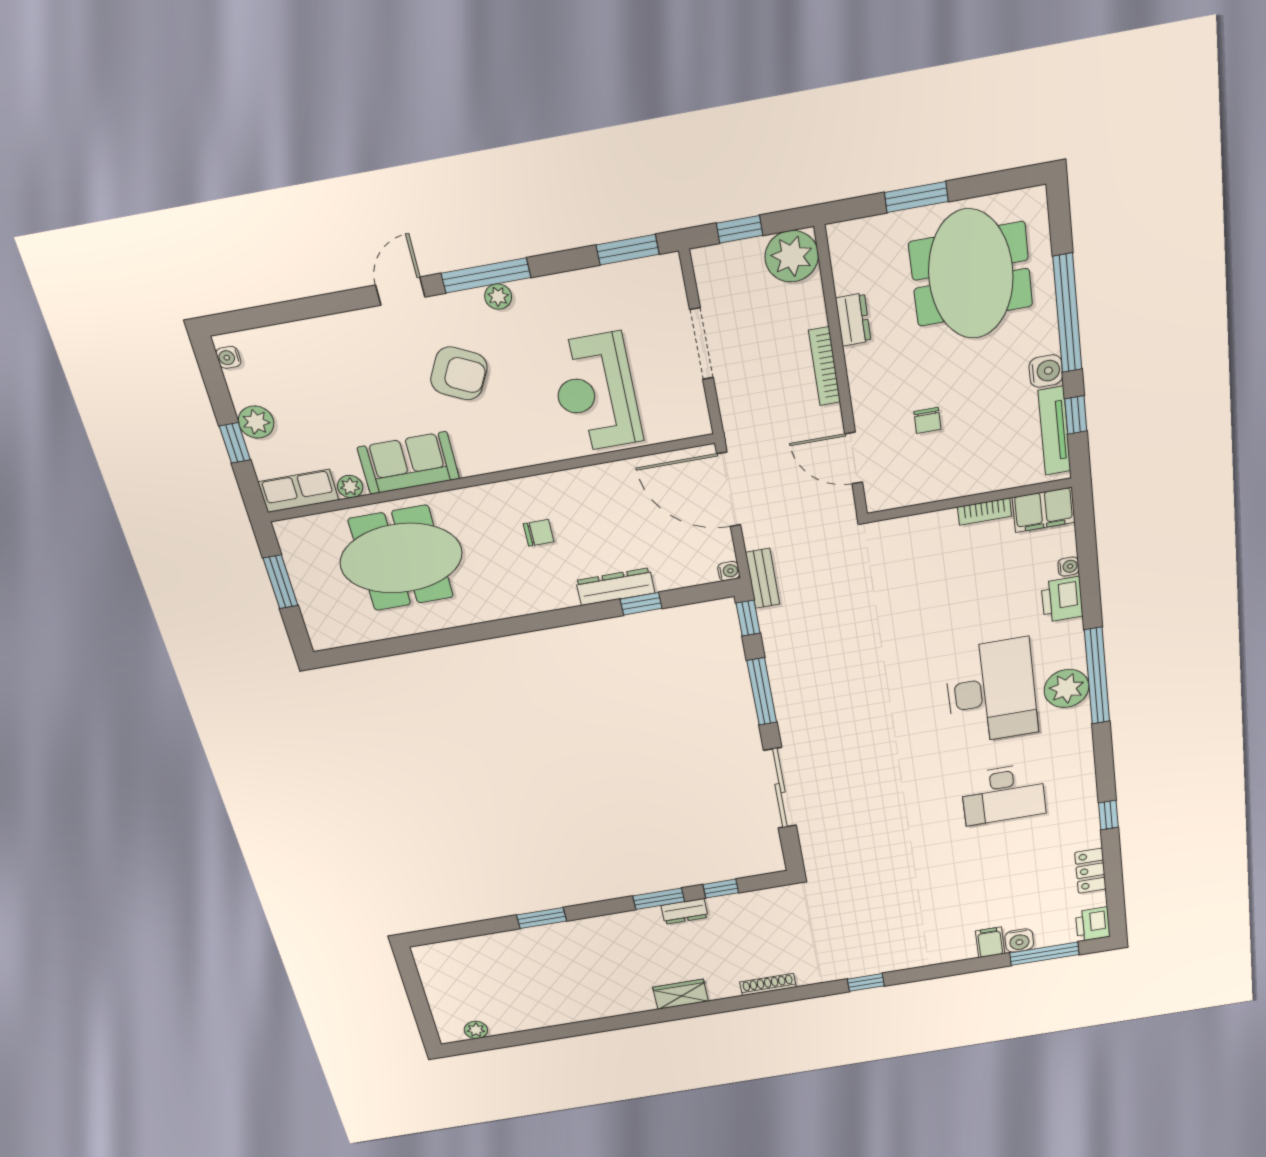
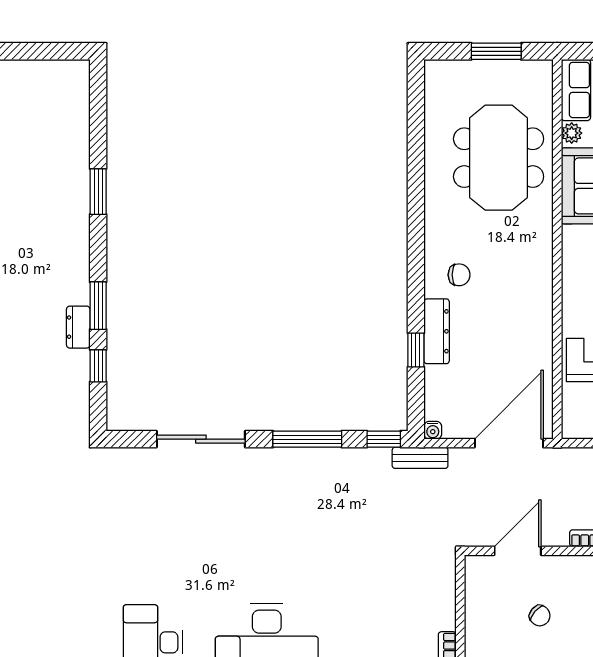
chair: (927, 420) -> (540, 616), turned -140
chair: (539, 533) -> (459, 275), moved, turned -90

